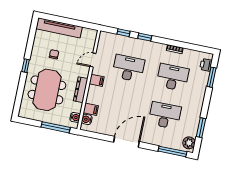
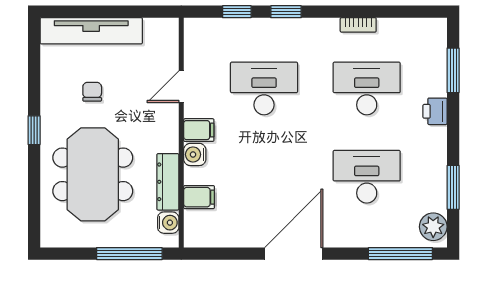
printer: (206, 65) -> (435, 111), moved
dresser: (81, 90) -> (168, 182), moved
water cooler: (87, 119) -> (195, 154), moved

